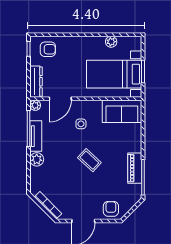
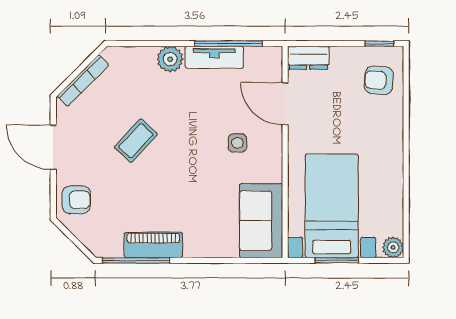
plant: (111, 42) -> (393, 247), moved
armchair: (48, 49) -> (379, 80), turned 95
dresser: (36, 82) -> (308, 58), width x0.70
plant: (35, 105) -> (273, 56), removed
coffee table: (89, 160) -> (136, 141), moved

